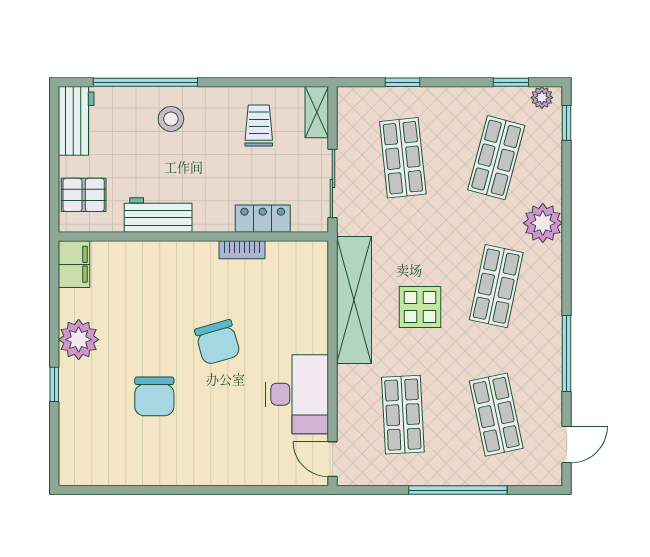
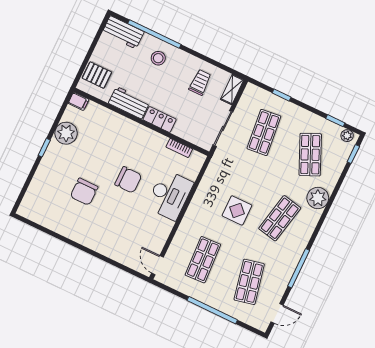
workbench: (76, 121) -> (123, 32), moved, turned 90
shop shelf: (496, 158) -> (310, 155), turned -39
locker: (263, 219) -> (160, 120), moved
bookcase: (242, 250) -> (179, 148), moved
filing cabinet: (74, 264) -> (79, 101), width x0.50
shelving: (354, 300) -> (206, 191), removed
plant: (79, 340) -> (66, 133), moved
chair: (218, 342) -> (128, 180), turned -74
window: (54, 384) -> (44, 148), moved
desk: (297, 394) -> (170, 195), moved

